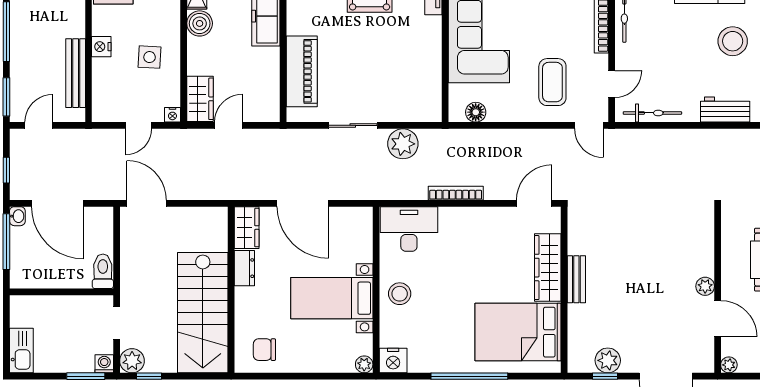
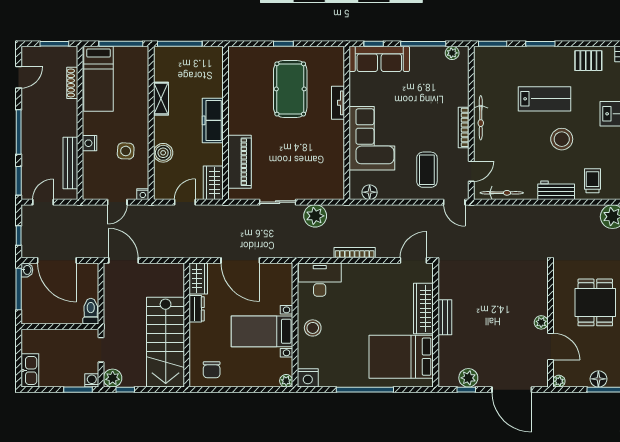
boiler: (200, 23) -> (163, 153), moved
wardrobe: (200, 99) -> (213, 183), moved, turned 180
chair: (264, 350) -> (212, 370), turned -90

